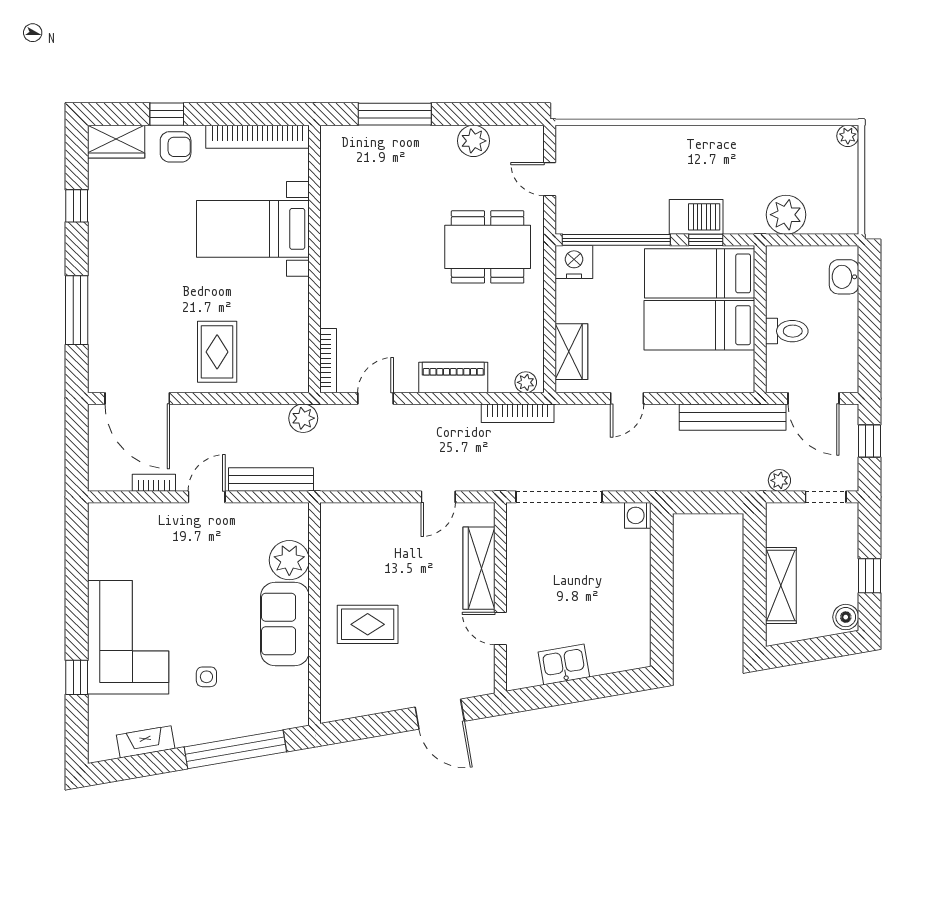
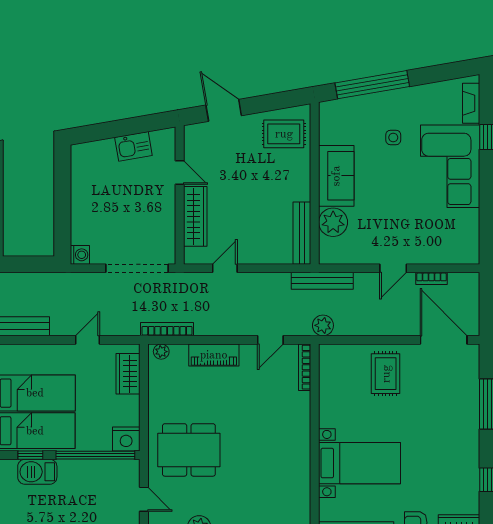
bench: (271, 480) -> (322, 281), moved
bench: (332, 545) -> (302, 233), added
rug: (368, 624) -> (284, 134), moved
fireplace: (146, 742) -> (471, 103), moved, turned 100

